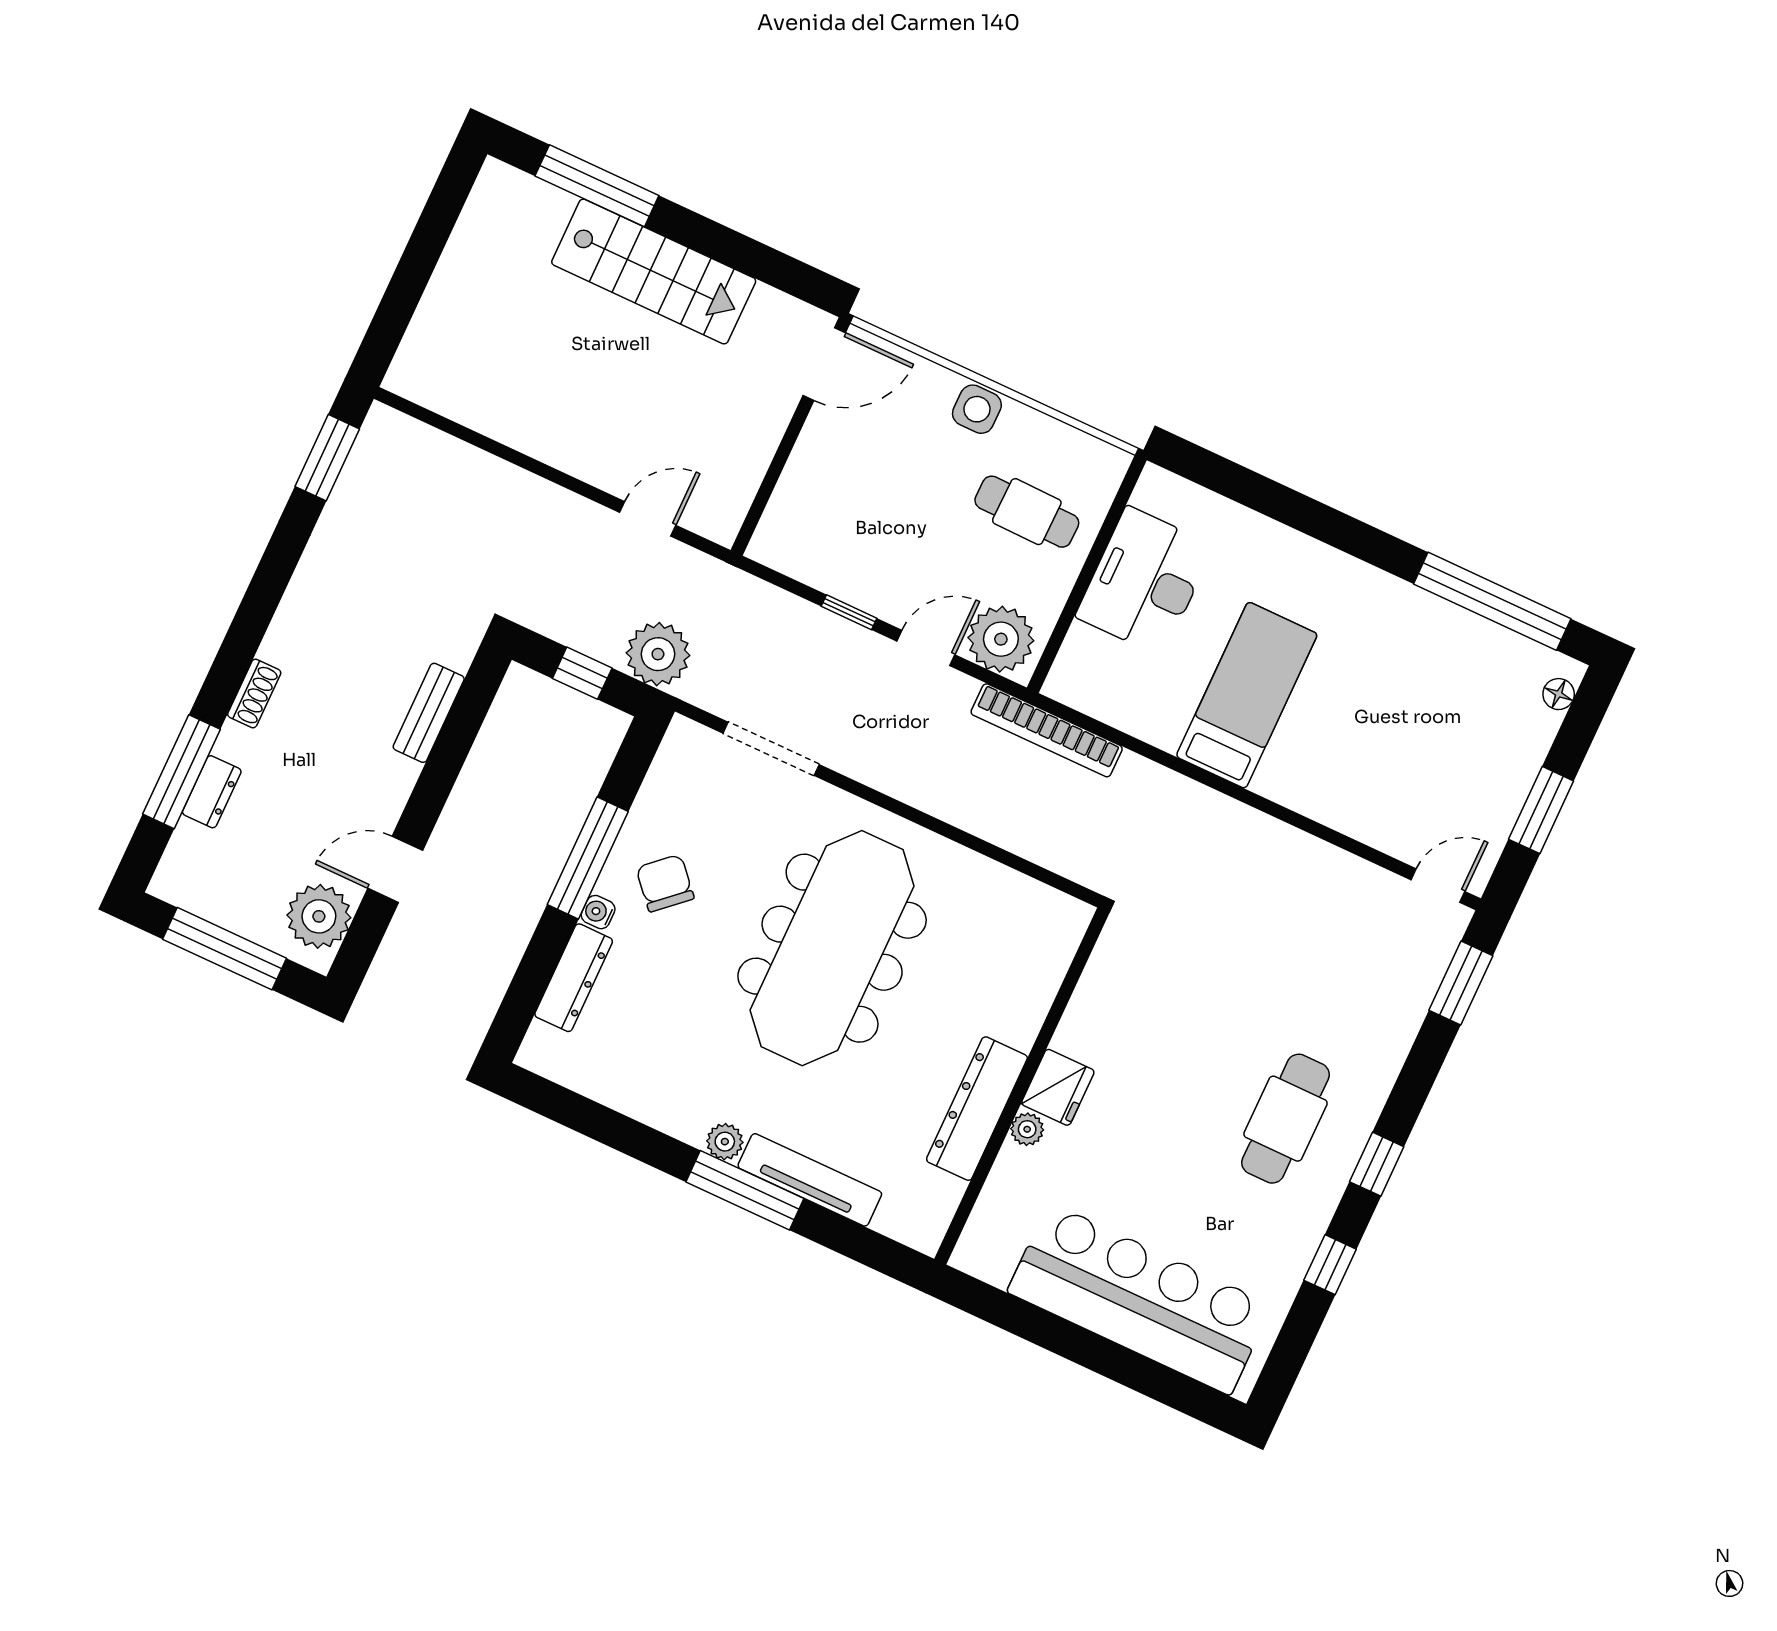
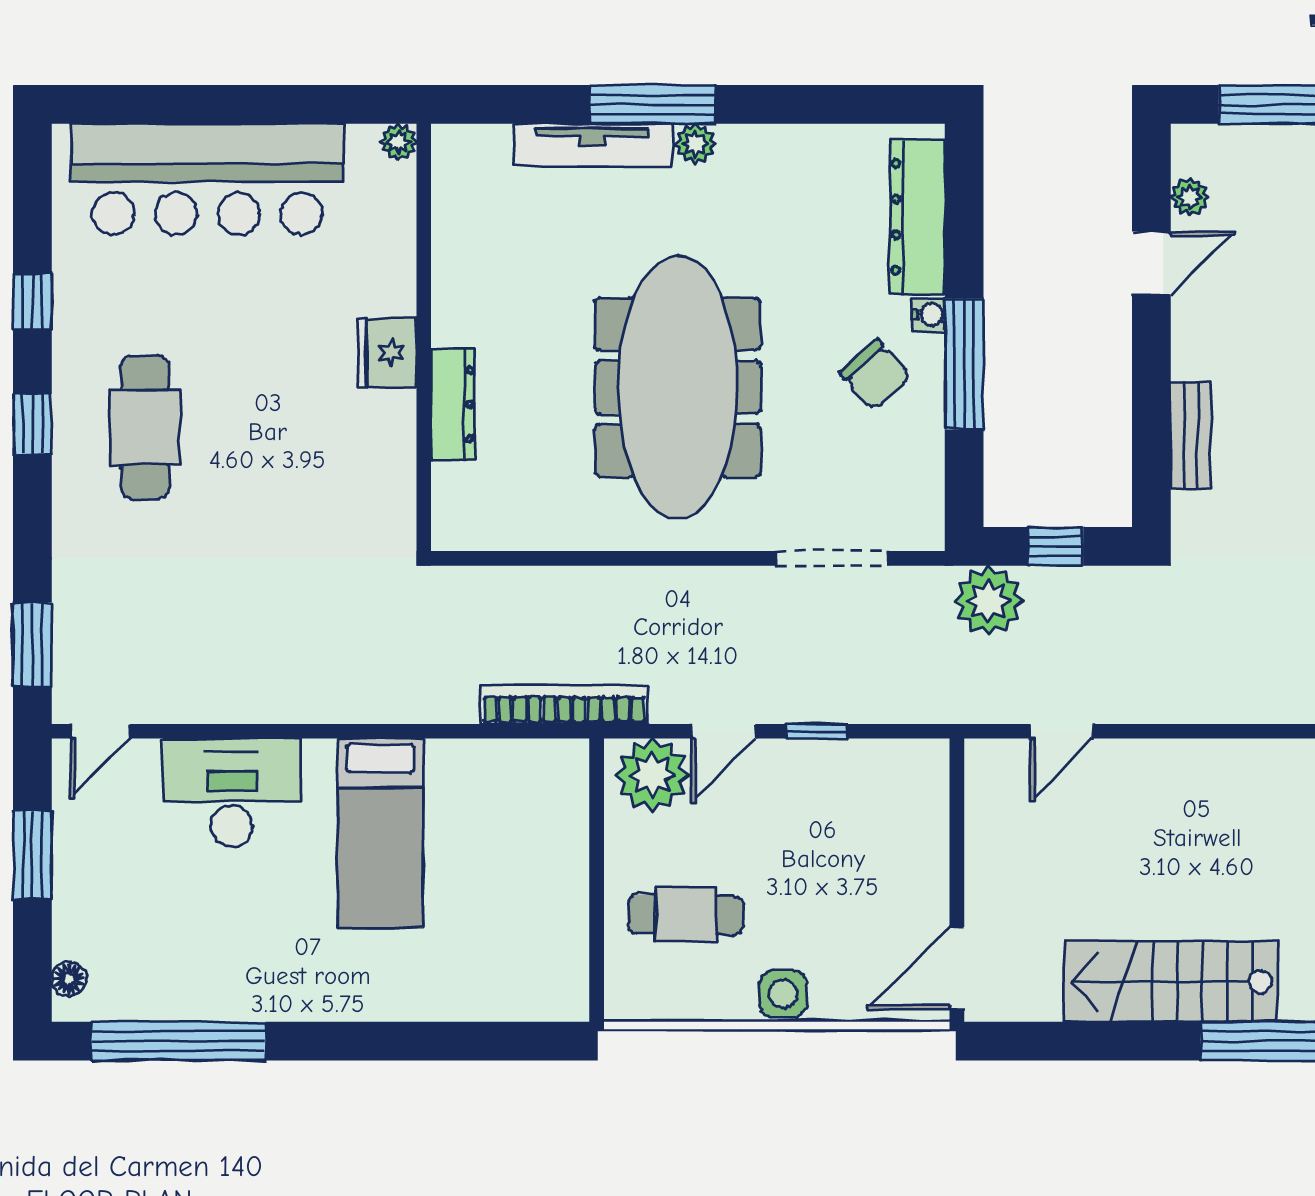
desk: (1145, 581) -> (232, 792), moved, turned -90
plant: (319, 916) -> (1190, 197), width x0.53, depth x0.53
dresser: (574, 978) -> (917, 217), width x1.37, depth x1.24
dresser: (977, 1109) -> (453, 404), moved, width x0.73, depth x0.80
plant: (1027, 1129) -> (398, 142), moved

